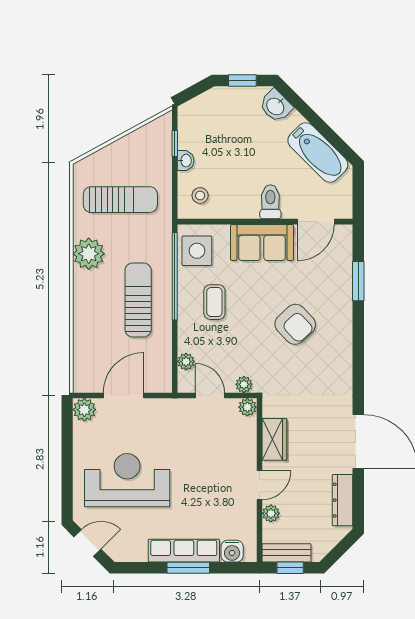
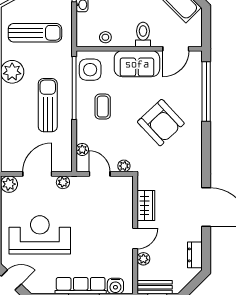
stool: (200, 196) -> (105, 37), moved
window: (358, 281) -> (206, 92), width x2.11
armchair: (295, 324) -> (161, 123), width x1.36, depth x1.36
plant: (247, 407) -> (63, 182), moved
dresser: (343, 500) -> (195, 255), width x0.70

